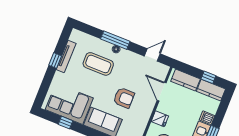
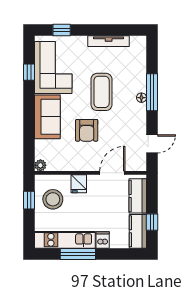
door: (152, 55) -> (152, 144), hinge flipped
window: (55, 61) -> (62, 30), moved
coffee table: (98, 64) -> (102, 92), moved

